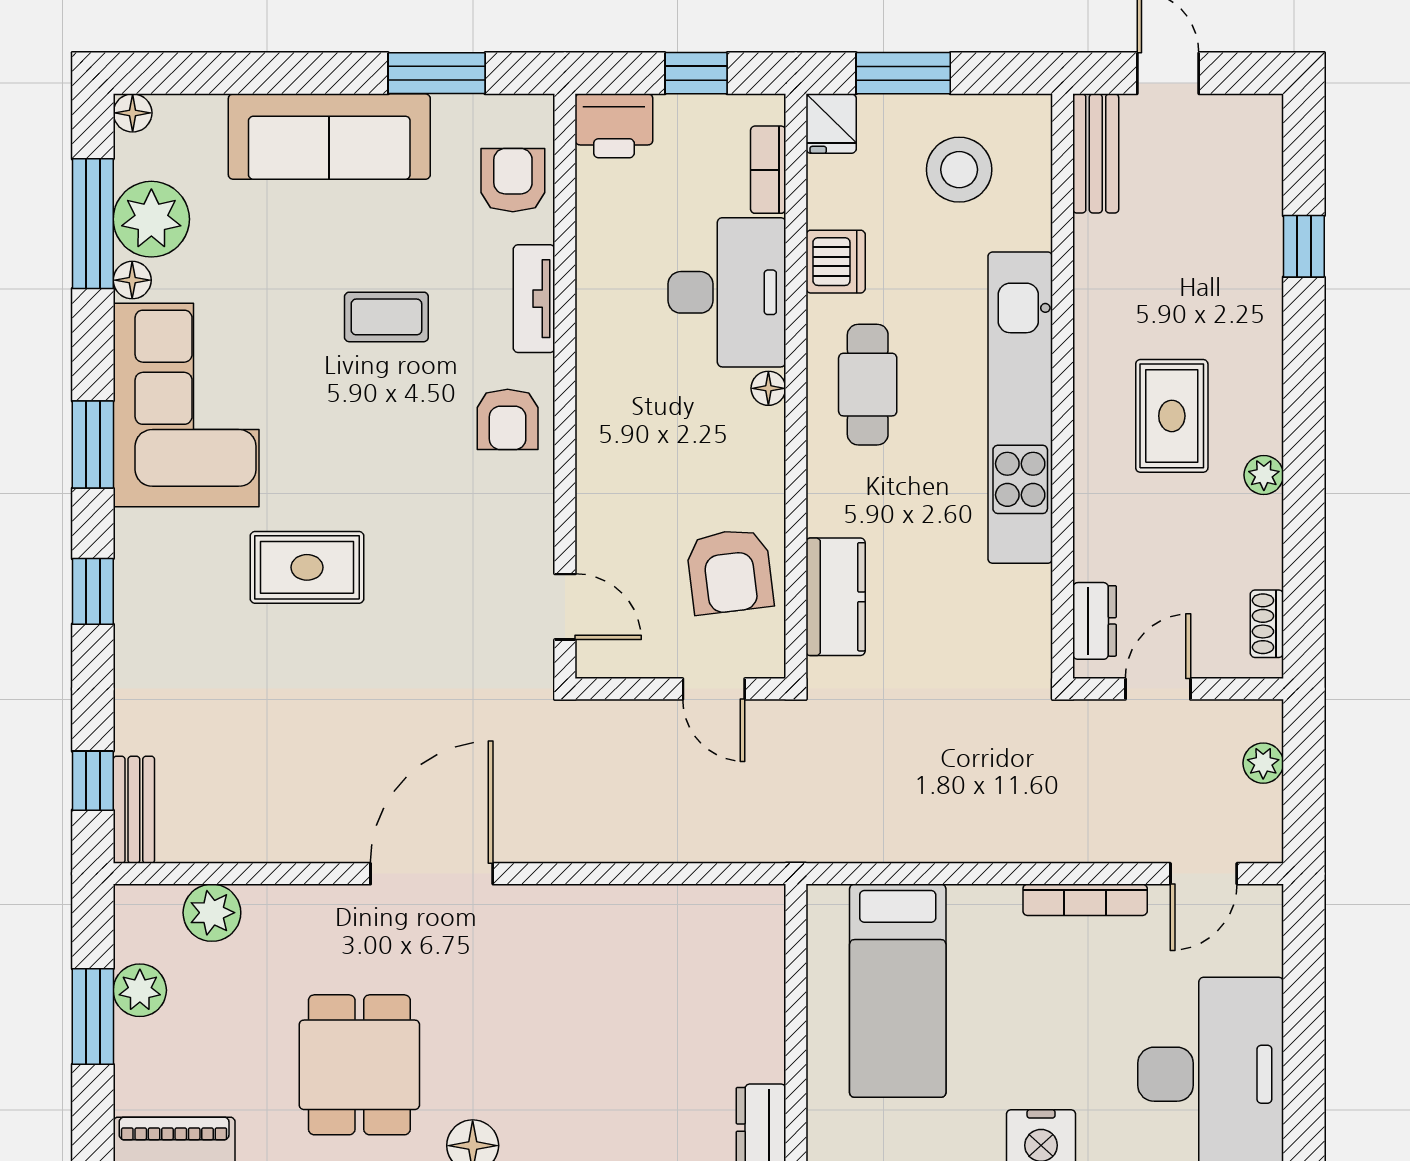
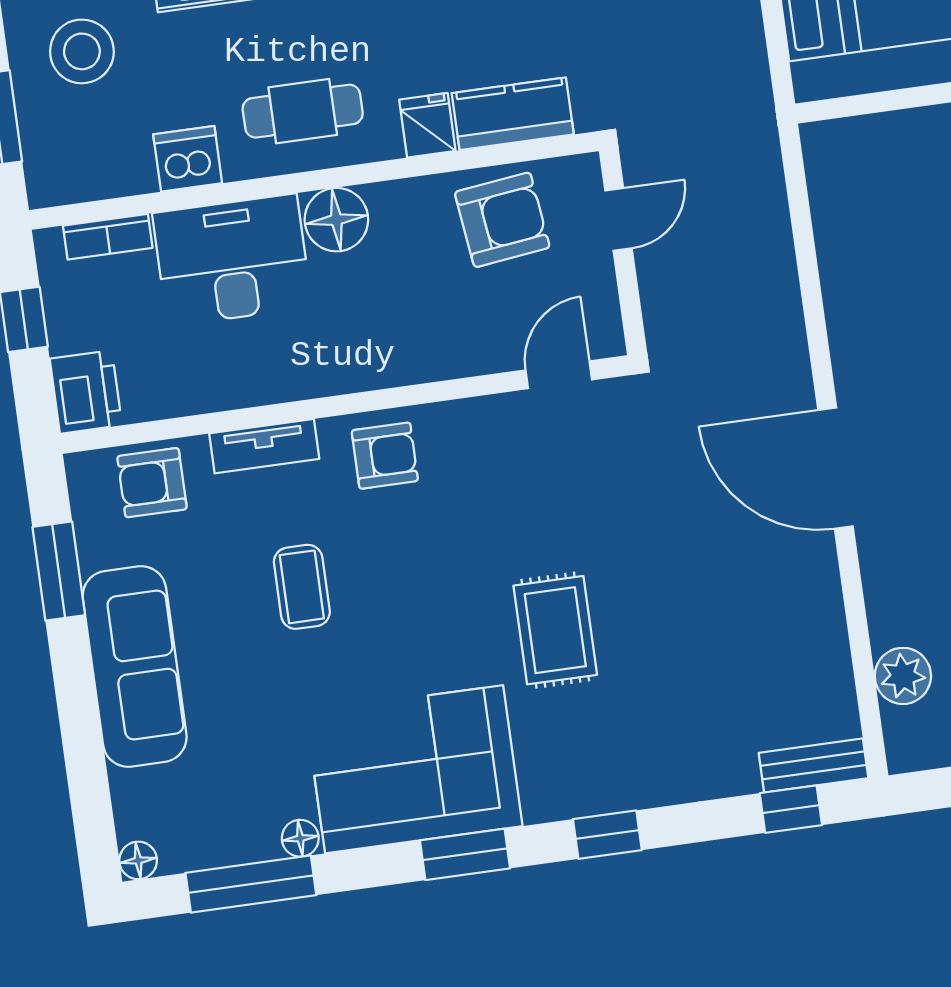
fridge: (831, 124) -> (427, 125), moved, turned -90
plant: (151, 219) -> (239, 828), removed
floor lamp: (768, 388) -> (336, 220), width x1.89, depth x1.89

